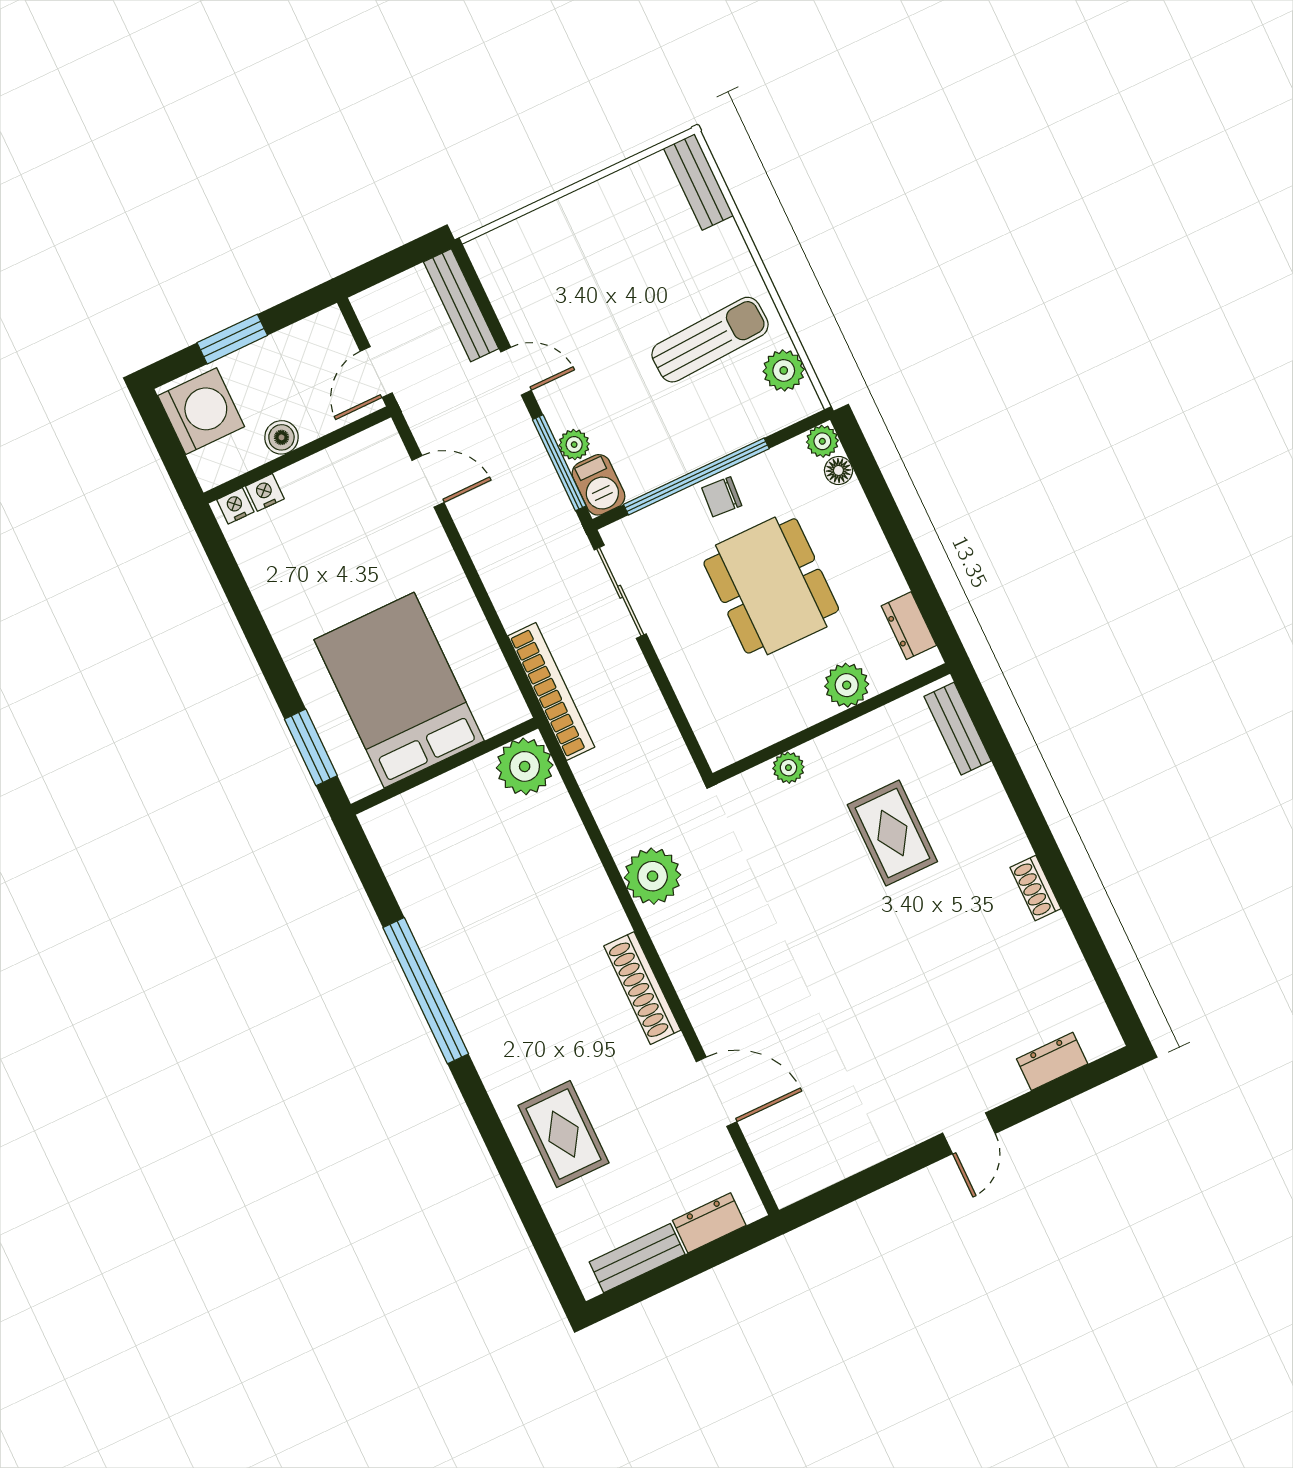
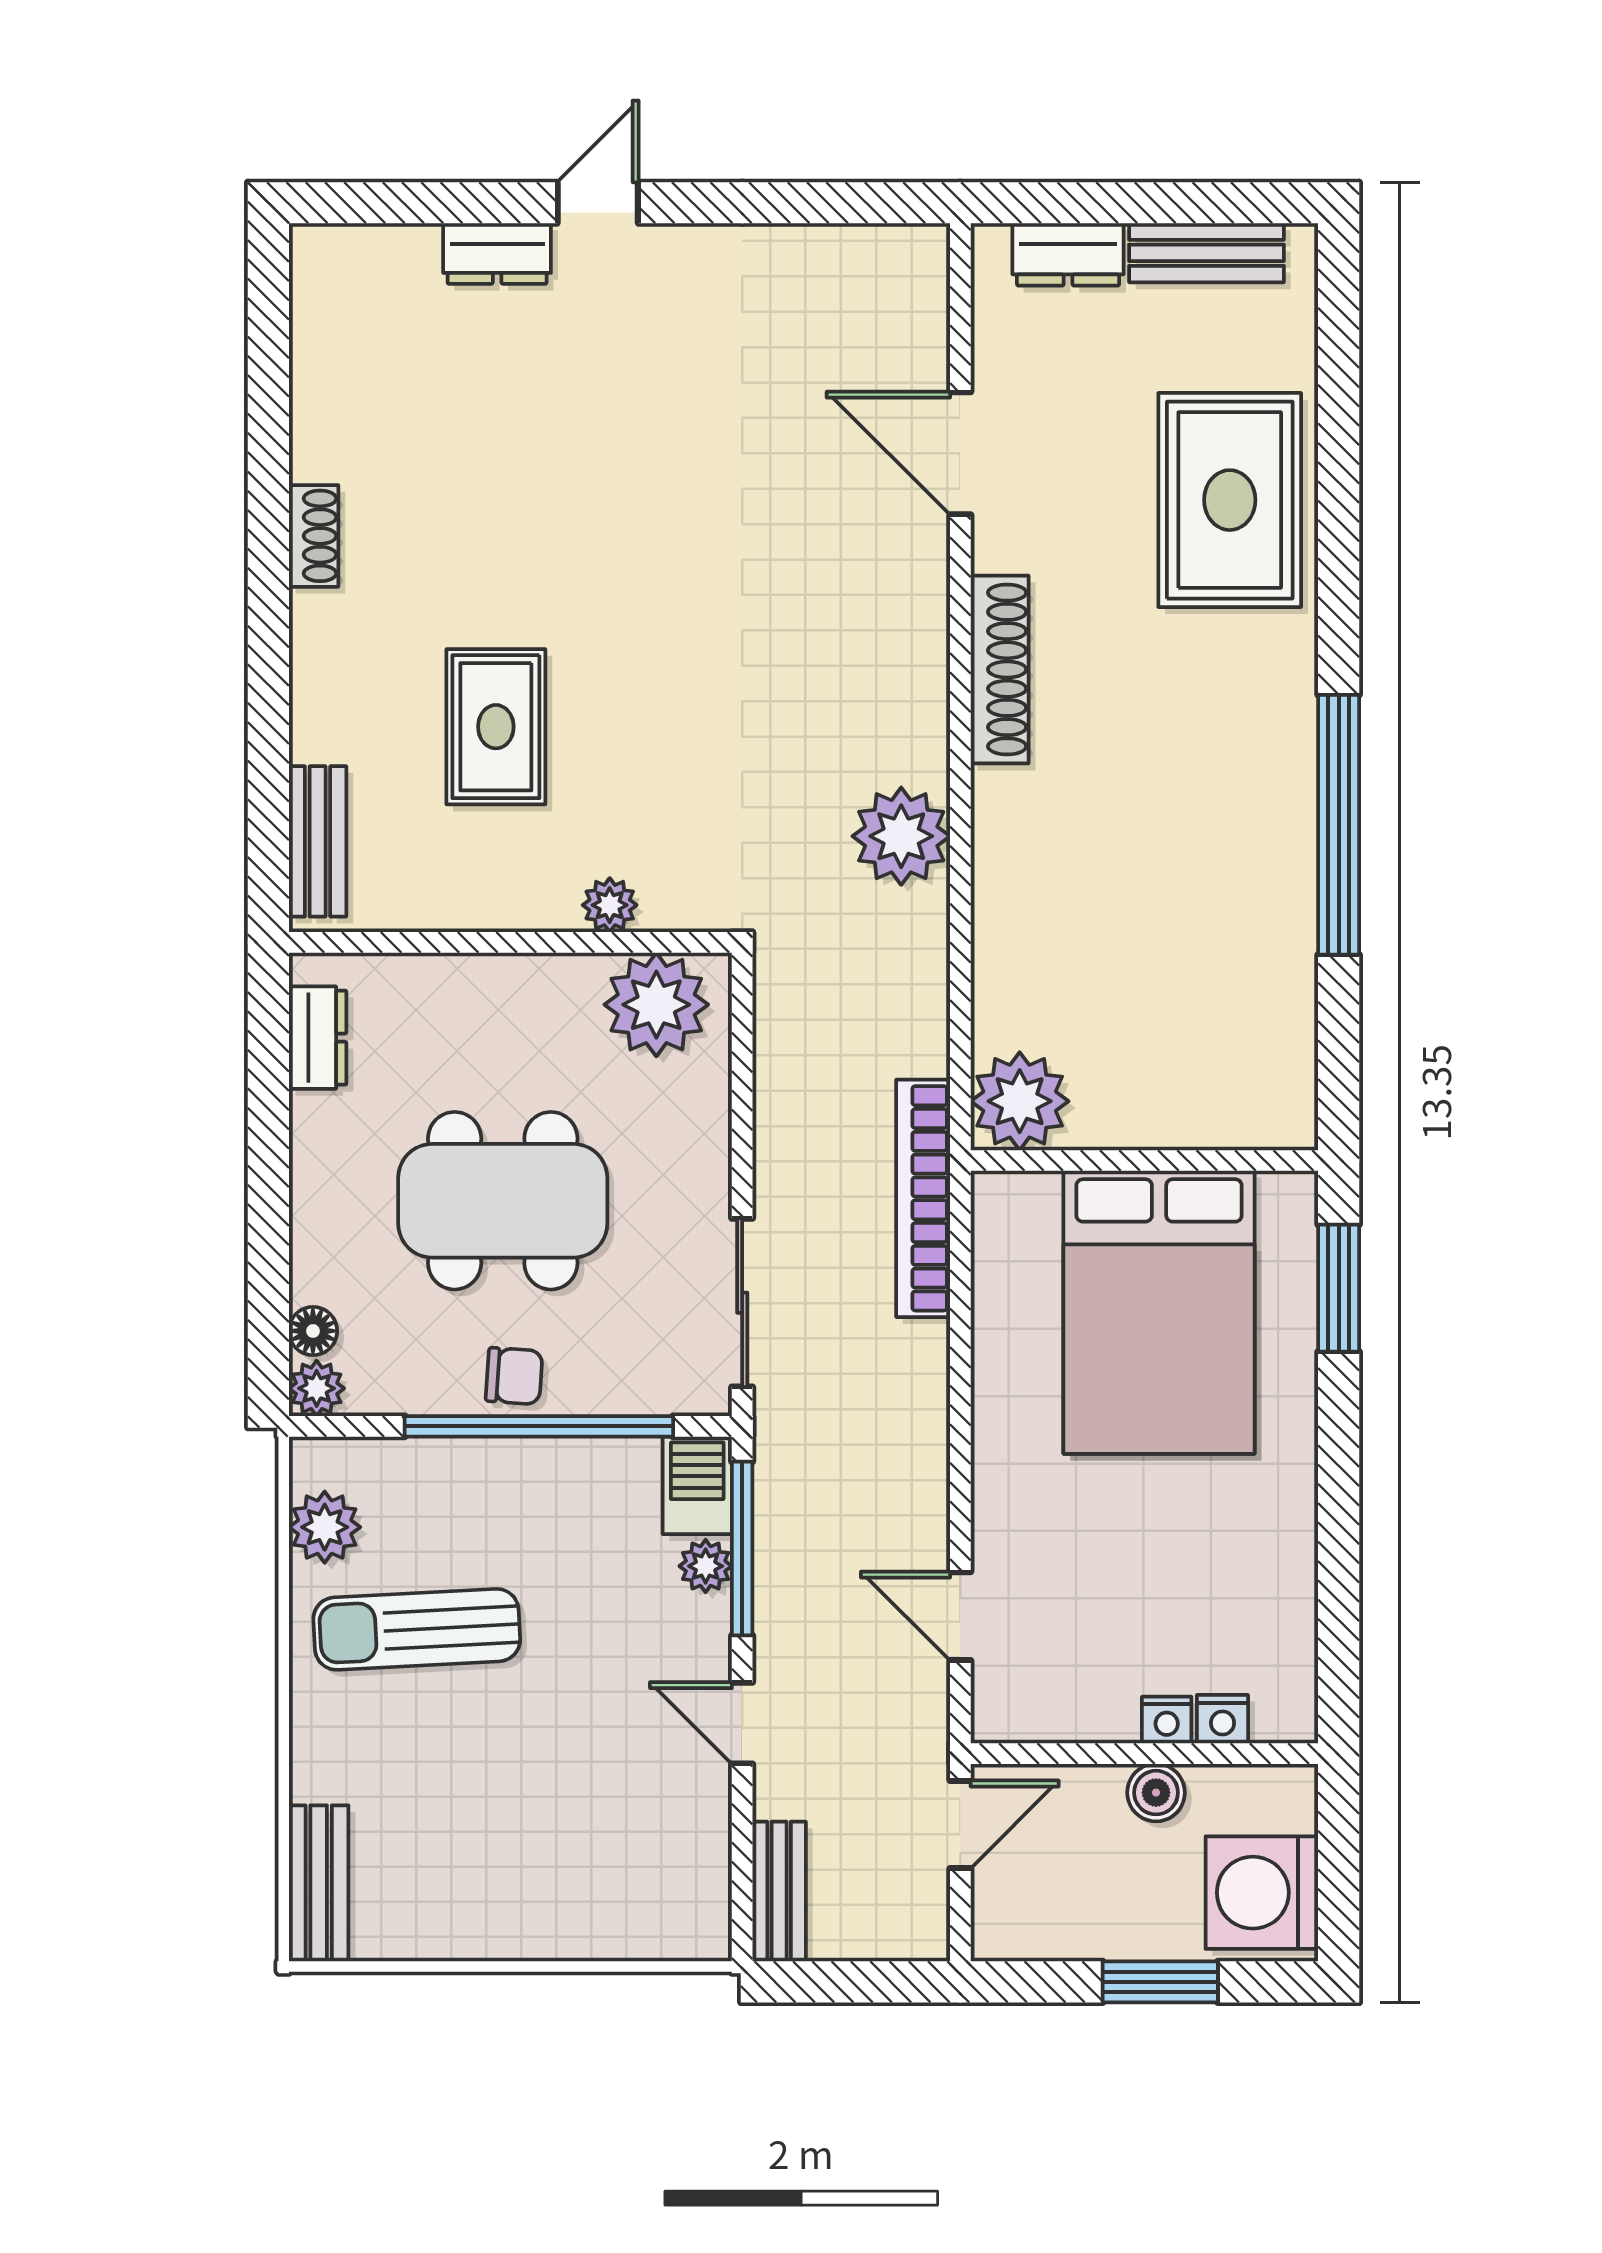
bench: (461, 305) -> (779, 1892), width x0.73
nightstand: (235, 506) -> (1167, 1720), moved
dining table: (771, 586) -> (503, 1201), turned 90
plant: (847, 685) -> (656, 1005), moved, width x1.36, depth x1.36
dresser: (1052, 1061) -> (497, 254), moved
rug: (563, 1134) -> (1230, 500), width x1.36, depth x1.43

